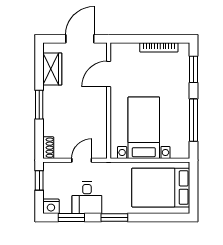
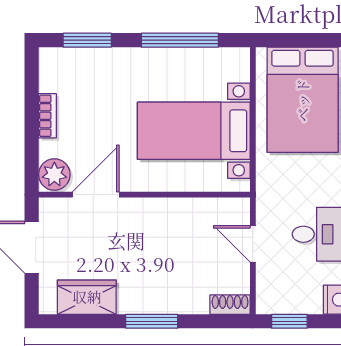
bookcase: (159, 47) -> (47, 116), width x0.64
plant: (120, 51) -> (54, 175), added
door: (109, 74) -> (96, 195), swing flipped

